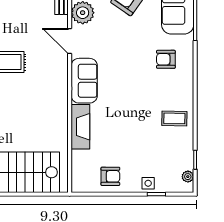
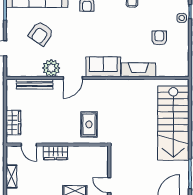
armchair: (110, 176) -> (159, 38), moved

